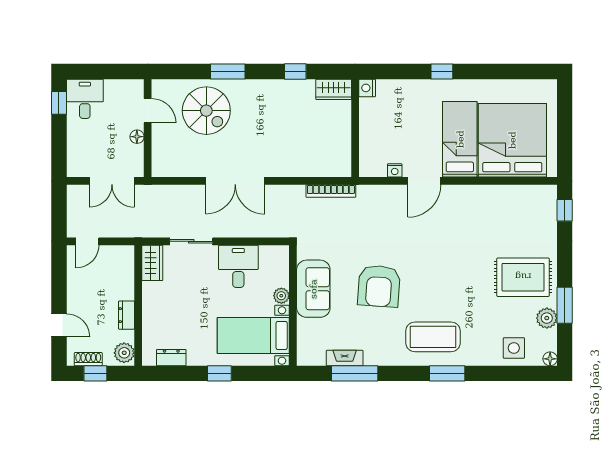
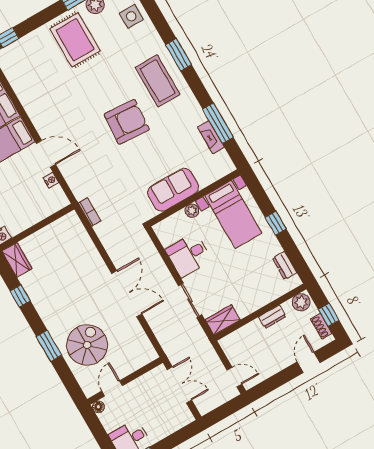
floor lamp: (137, 137) -> (98, 407), moved
bookcase: (331, 191) -> (90, 212), width x0.64
armchair: (379, 286) -> (127, 122), moved

